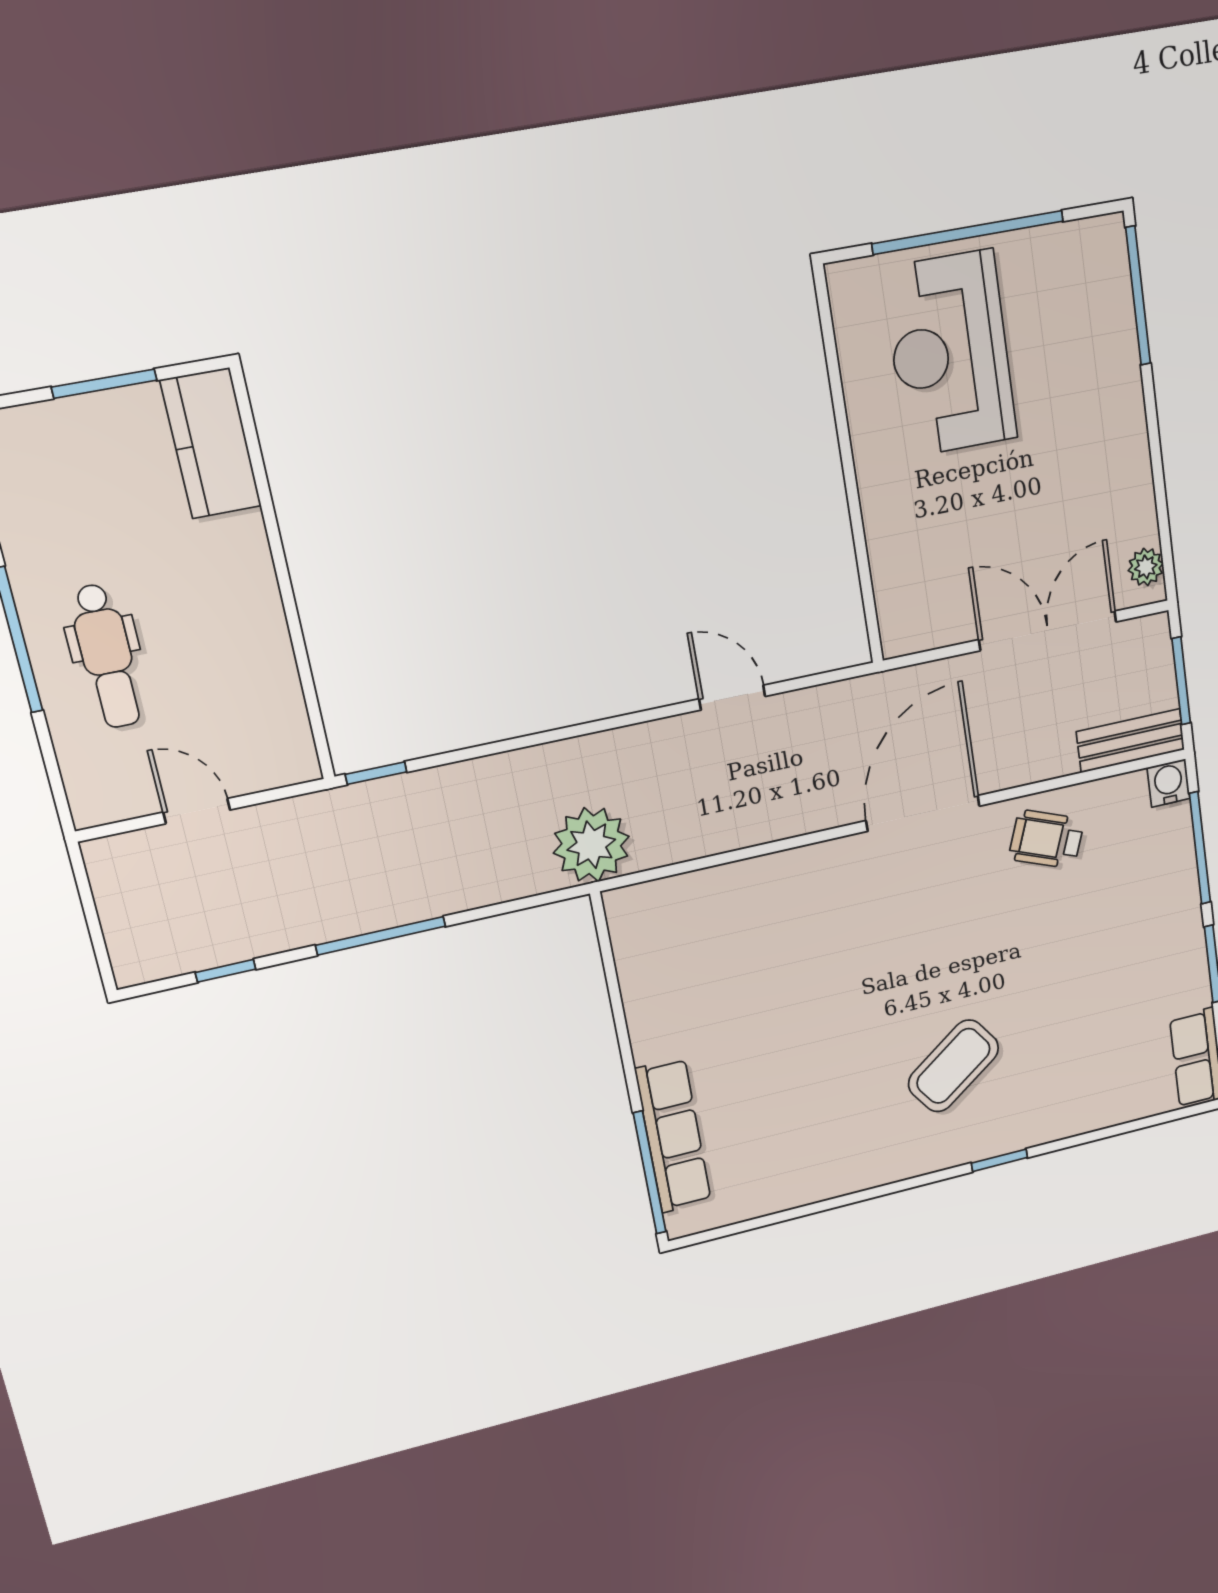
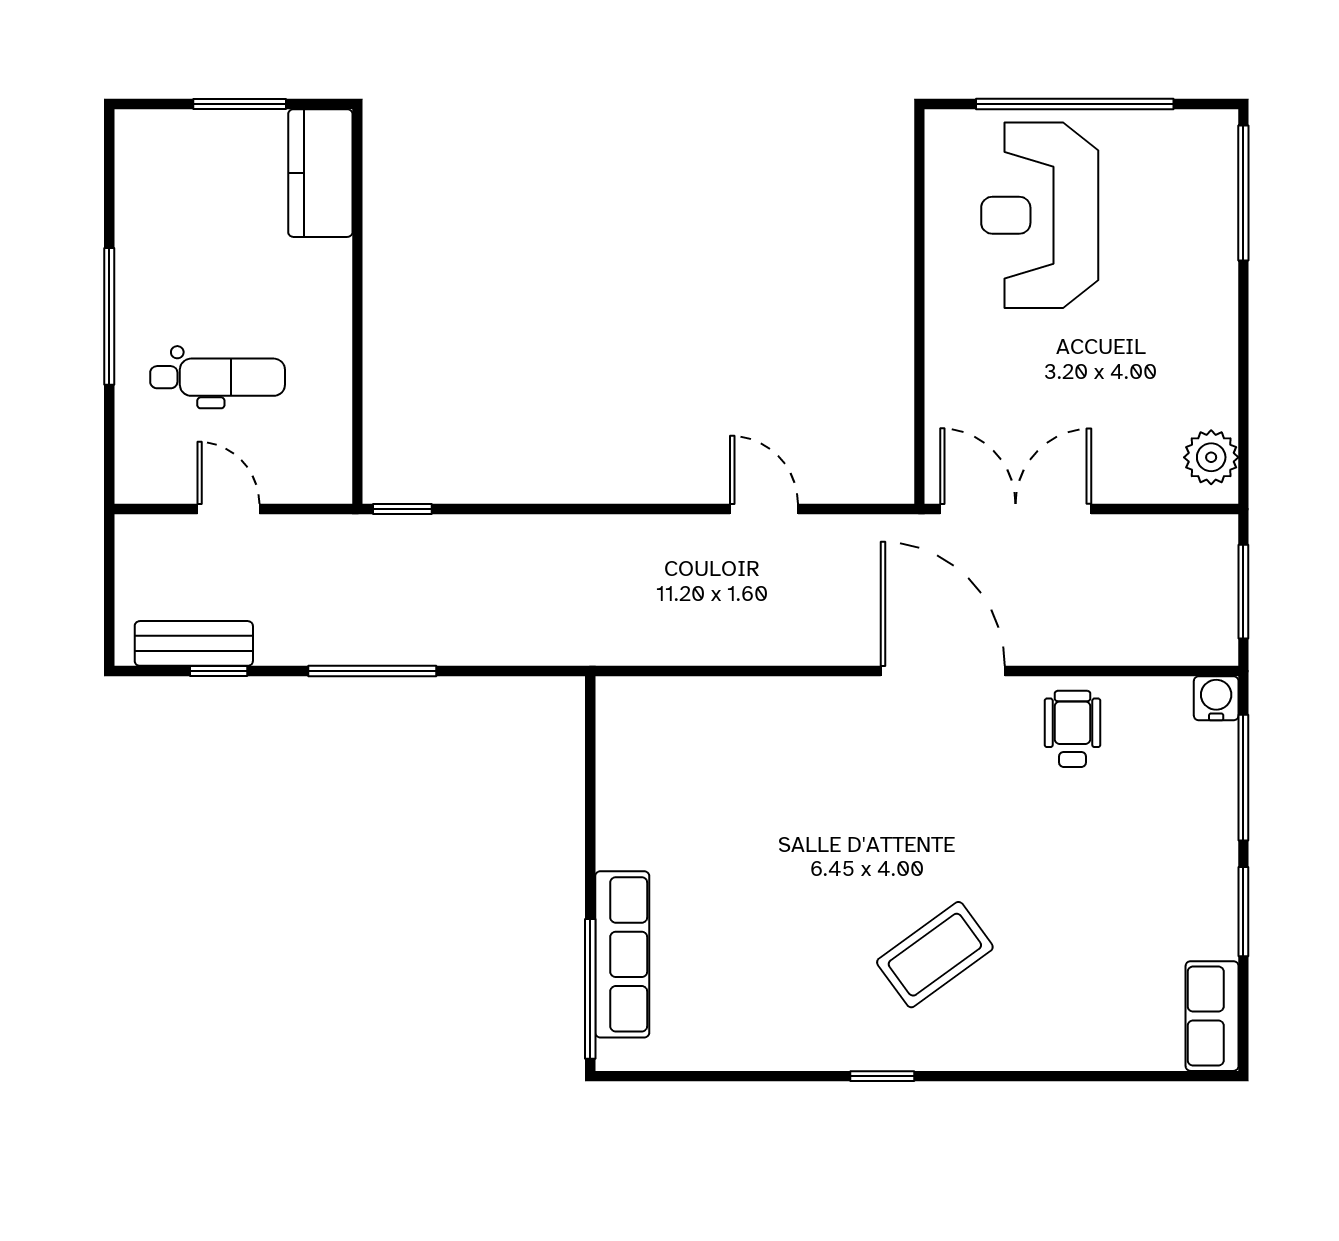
plant: (1146, 567) -> (1211, 457), width x1.38, depth x1.38
double door: (1048, 631) -> (1016, 509), moved
dental chair: (107, 656) -> (218, 377), moved, turned -90
bench: (1131, 741) -> (194, 643), moved
door: (923, 813) -> (943, 671), hinge flipped
wheelchair: (1046, 839) -> (1073, 729), turned 69
plant: (591, 845) -> (596, 627), removed
window: (999, 1160) -> (882, 1076), moved

